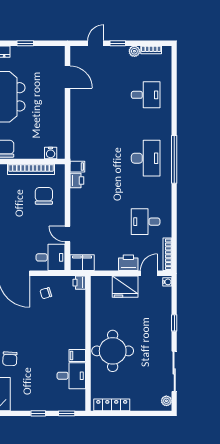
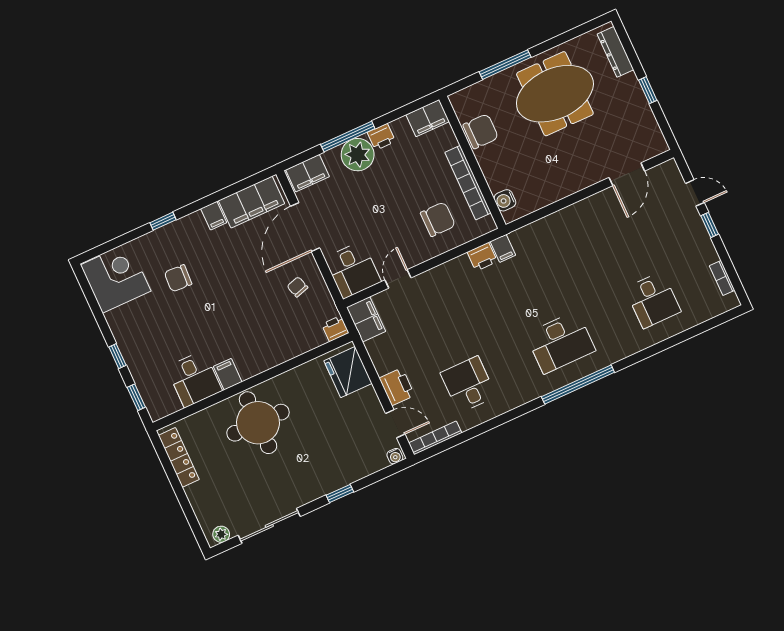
plant: (134, 51) -> (709, 254), removed
fridge: (125, 287) -> (348, 372), moved

